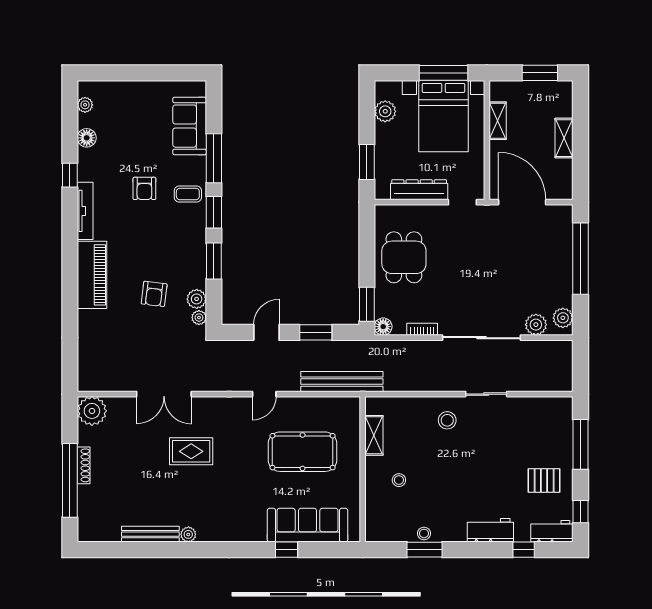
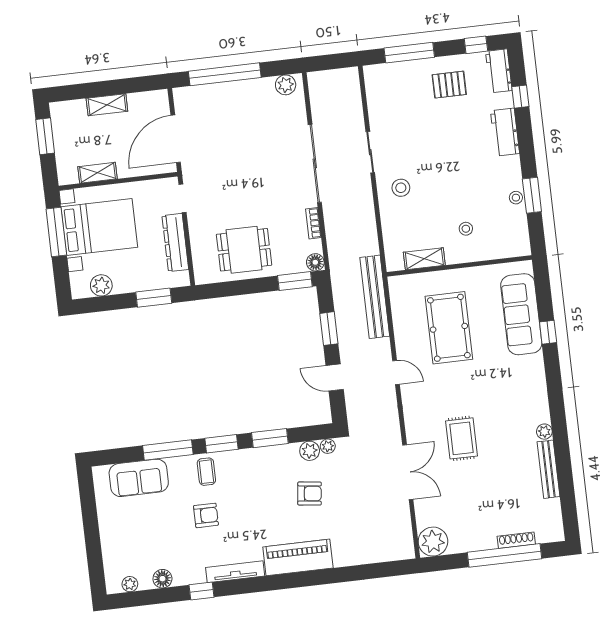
plant: (536, 325) -> (295, 111), removed
shoe rack: (84, 465) -> (516, 540), moved
pallet: (544, 480) -> (449, 85), turned 90

